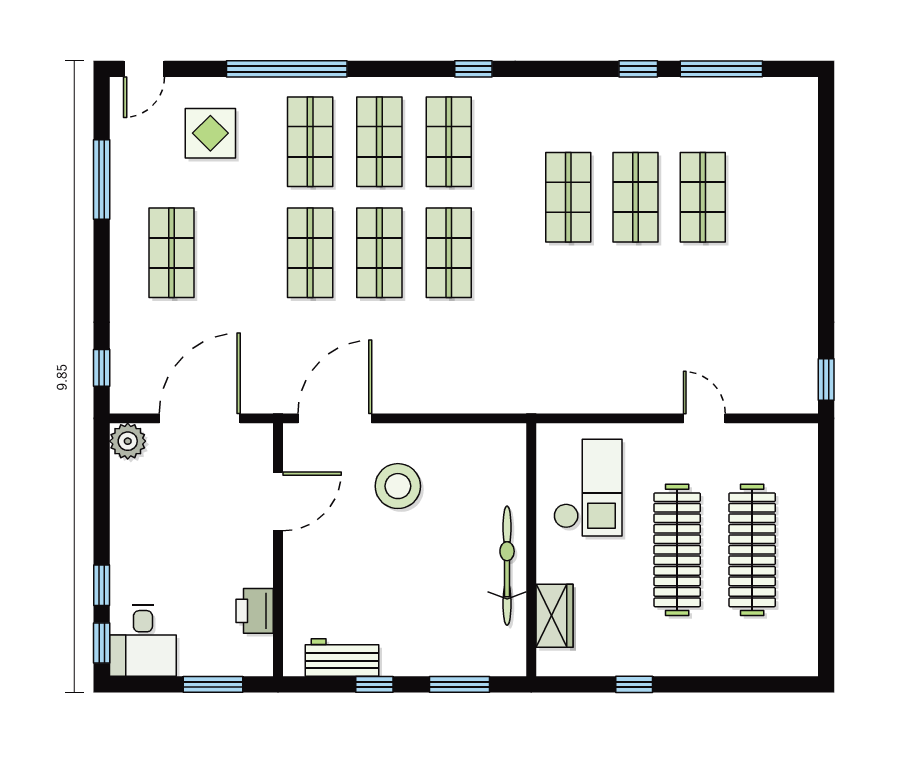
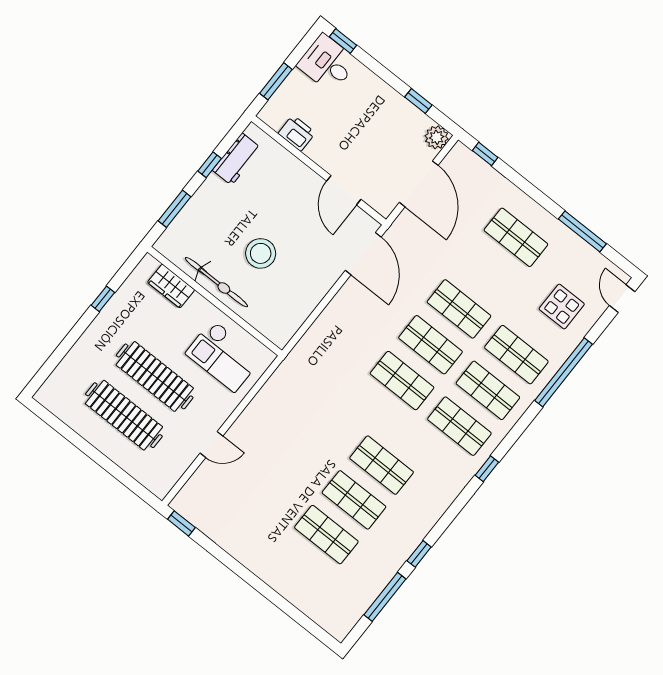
stool: (398, 486) -> (261, 253), moved
window: (102, 585) -> (418, 101), moved

